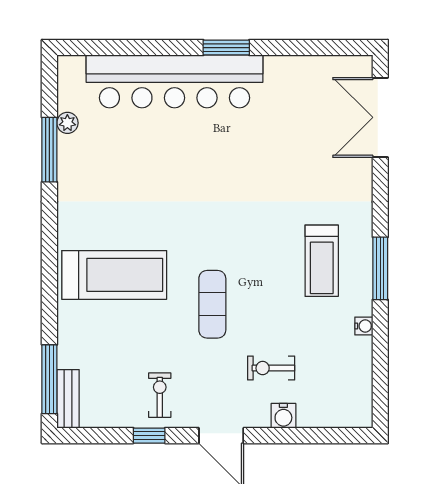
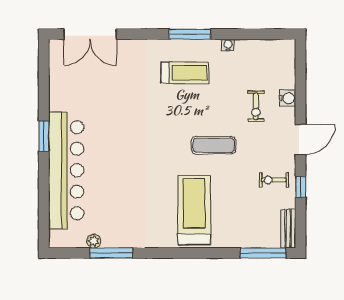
bench: (68, 399) -> (288, 229), moved, turned 90

